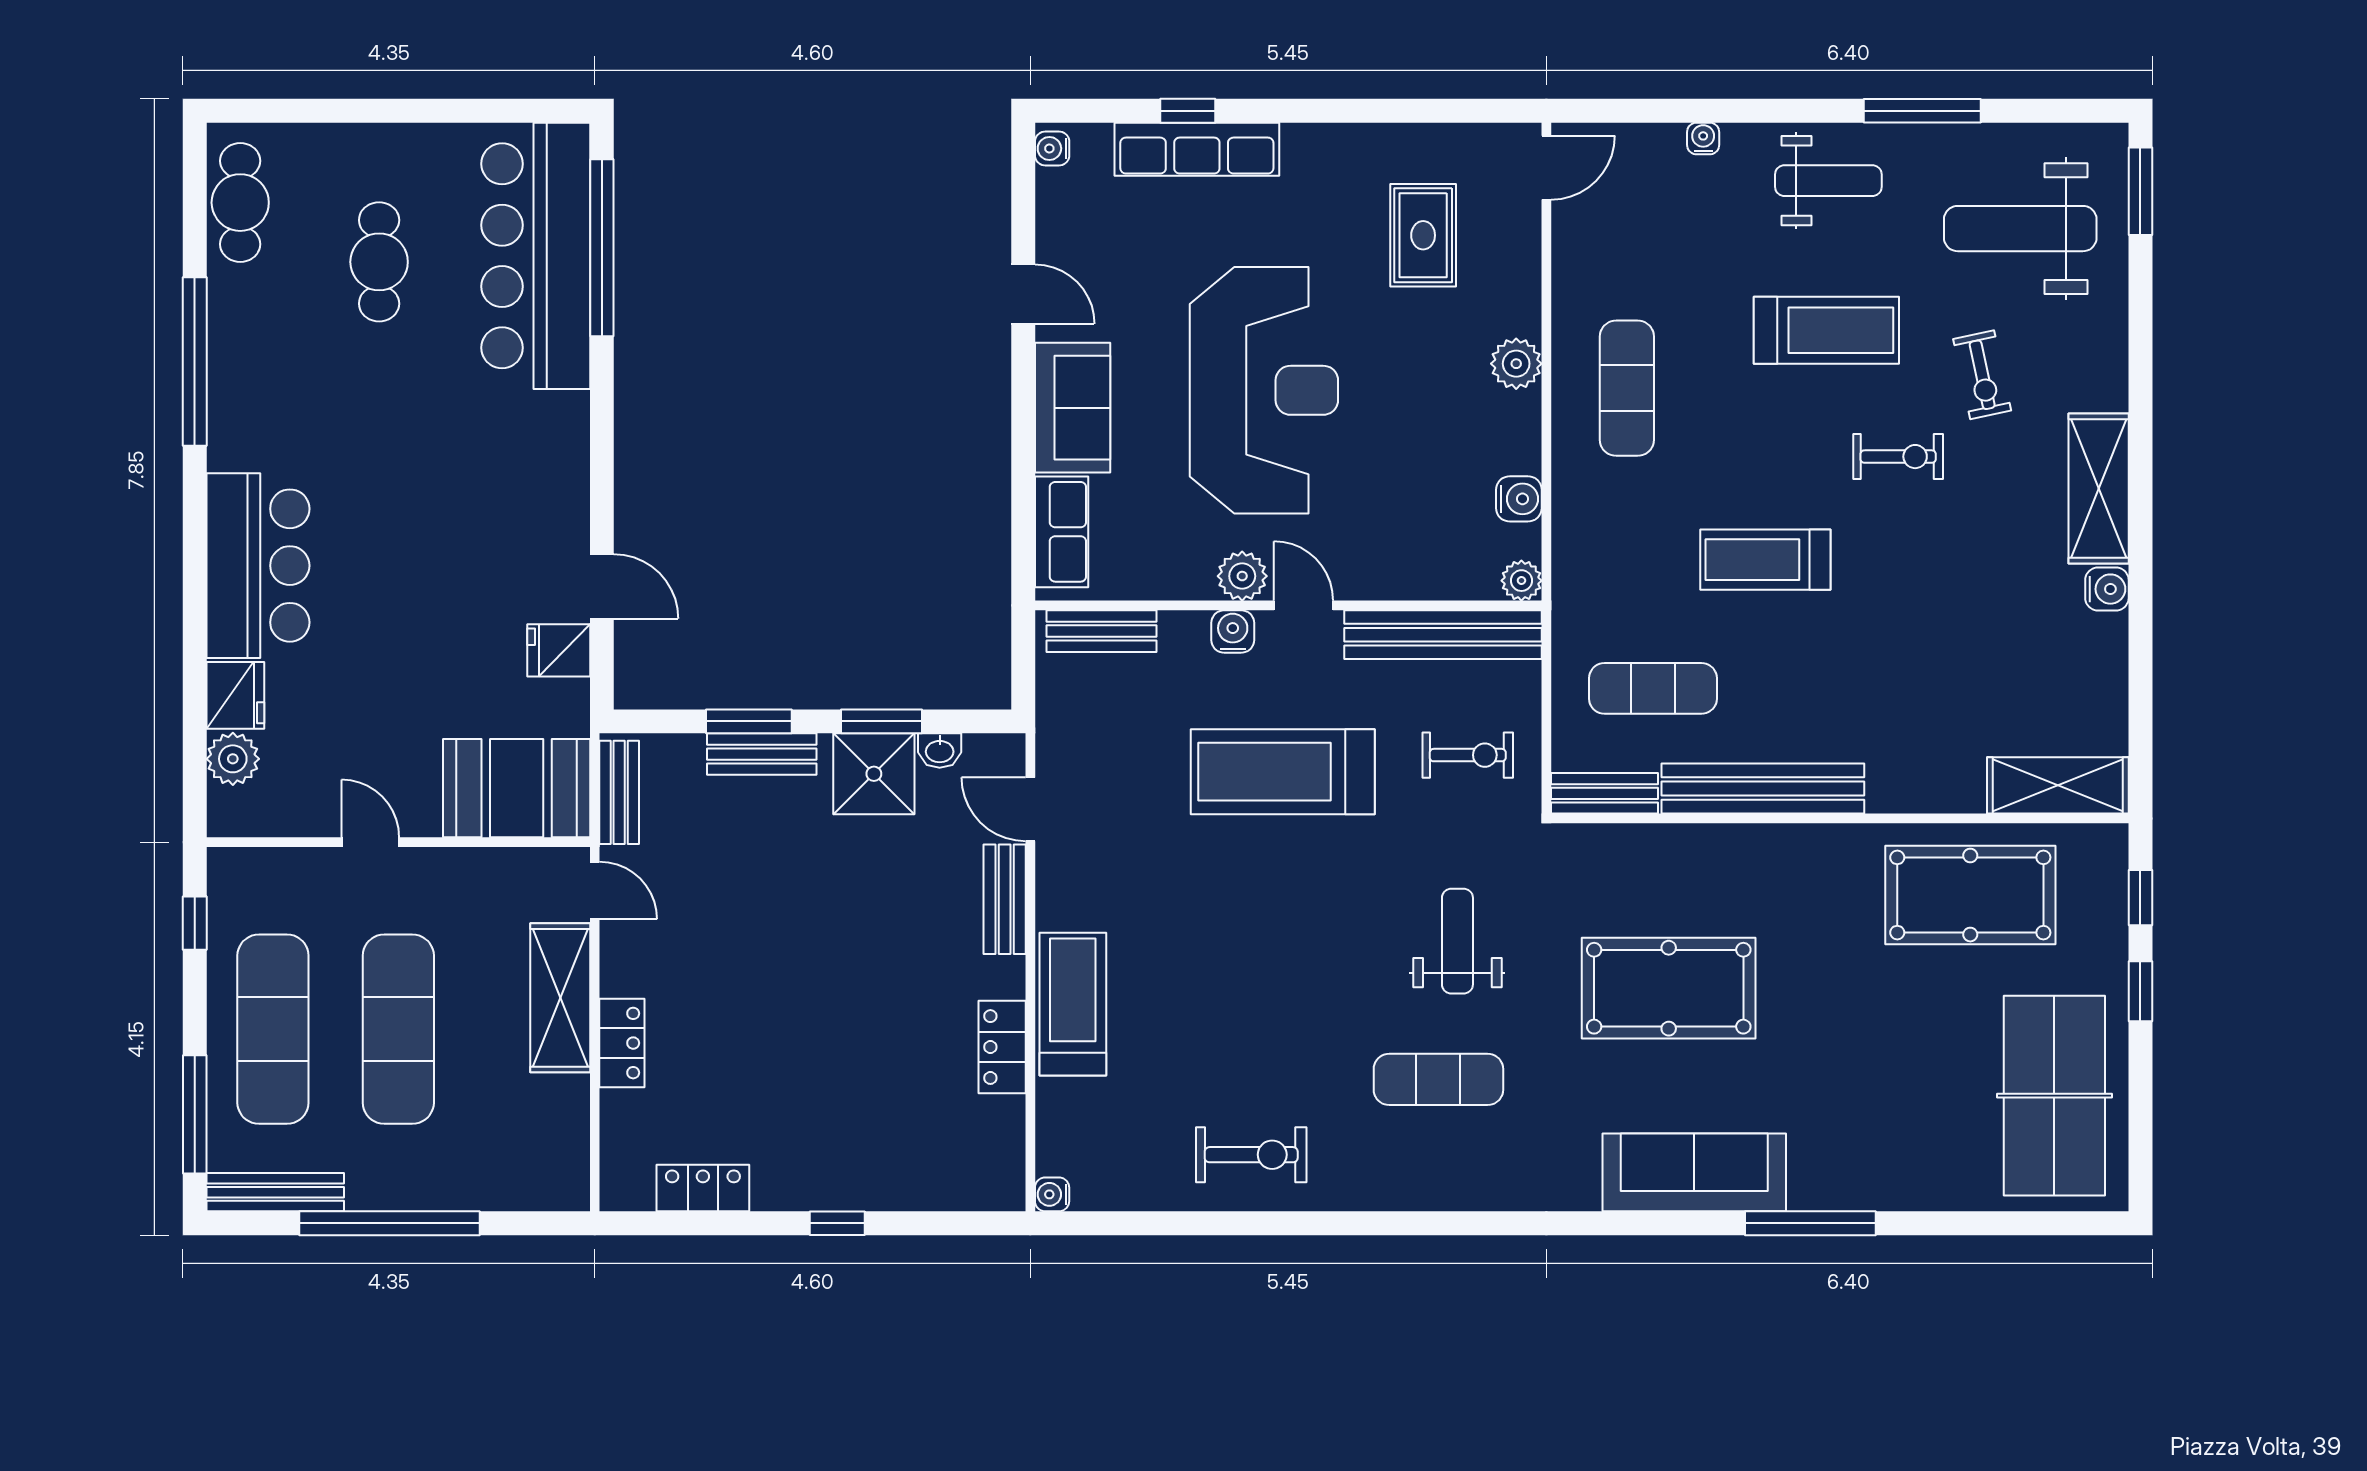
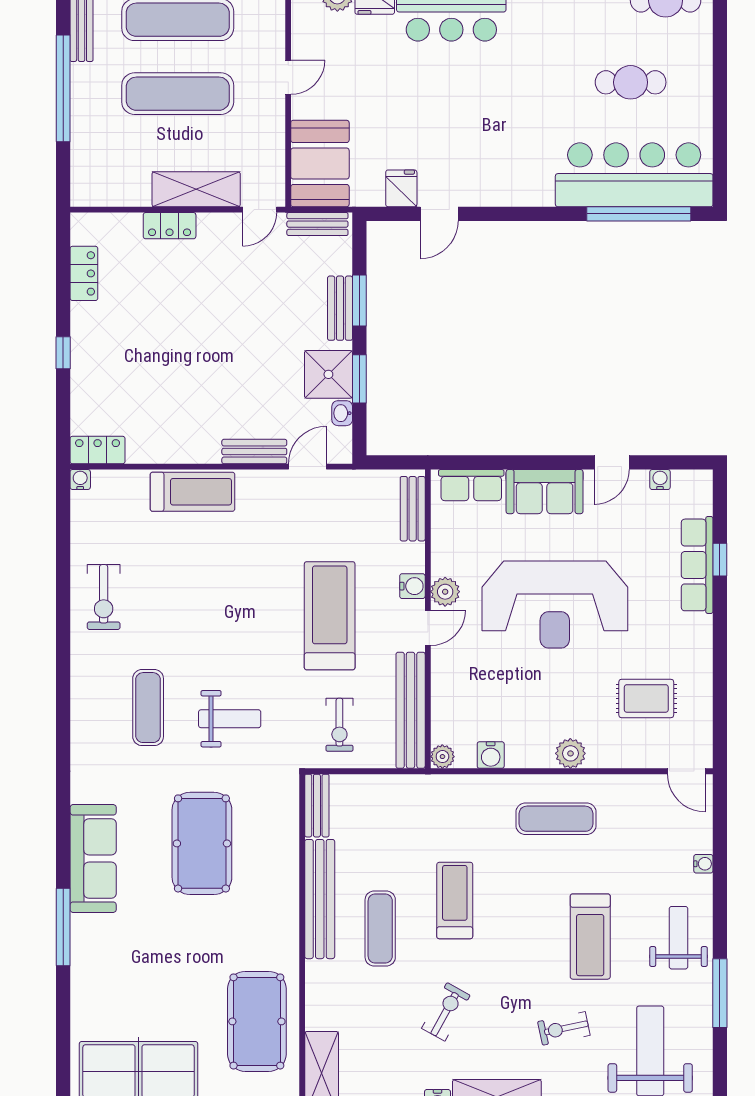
water cooler: (1052, 148) -> (660, 480), moved
weight bench: (1828, 181) -> (678, 938), turned 180
exercise bike: (1898, 457) -> (446, 1012), moved, turned -151
exercise mat: (1653, 688) -> (380, 928), moved
locker: (1002, 1047) -> (98, 450), moved

